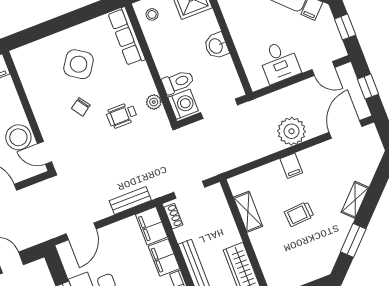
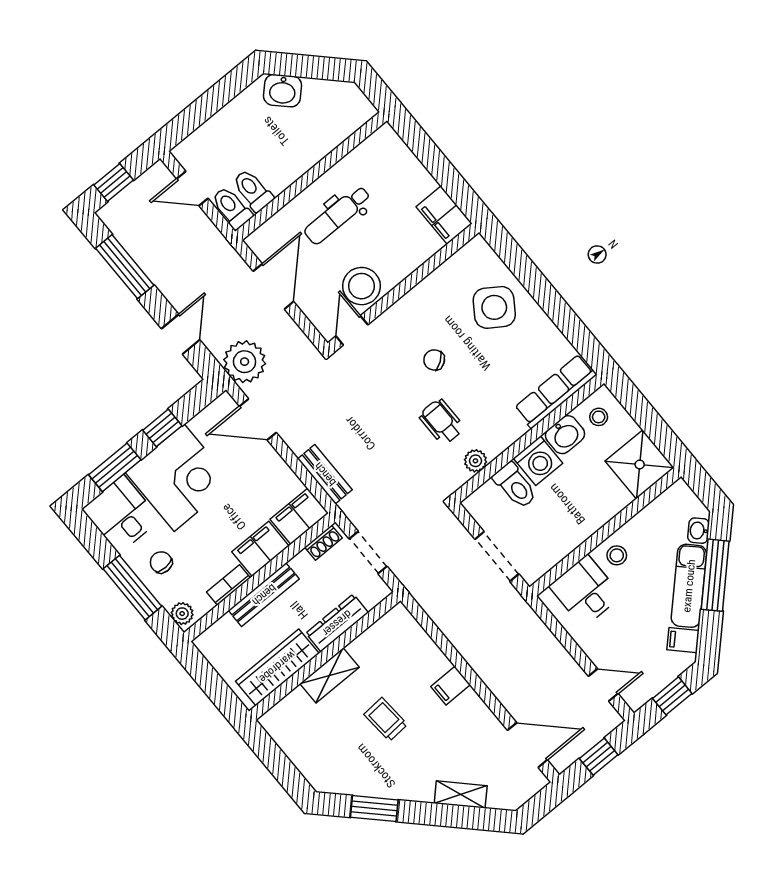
stool: (244, 32) -> (617, 555), added
washbasin: (216, 46) -> (565, 435), moved, turned 180
desk: (279, 62) -> (585, 591), moved, turned 90
side table: (79, 64) -> (494, 307), moved
door: (323, 69) -> (603, 685), swing flipped
washing machine: (183, 104) -> (538, 461), moved
plant: (292, 131) -> (245, 362), moved
shelving: (355, 200) -> (461, 795), moved
shelving: (248, 212) -> (329, 675), moved
dresser: (227, 224) -> (337, 623), added

